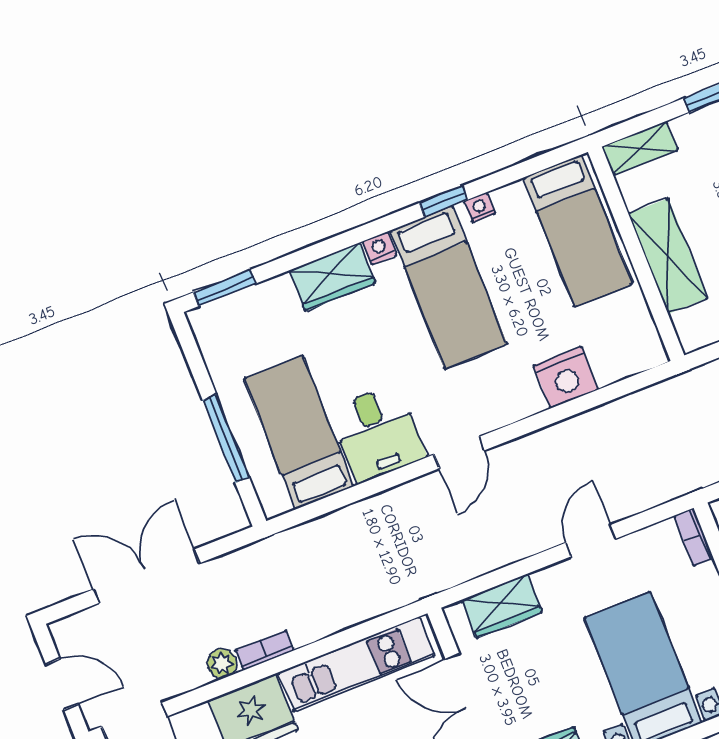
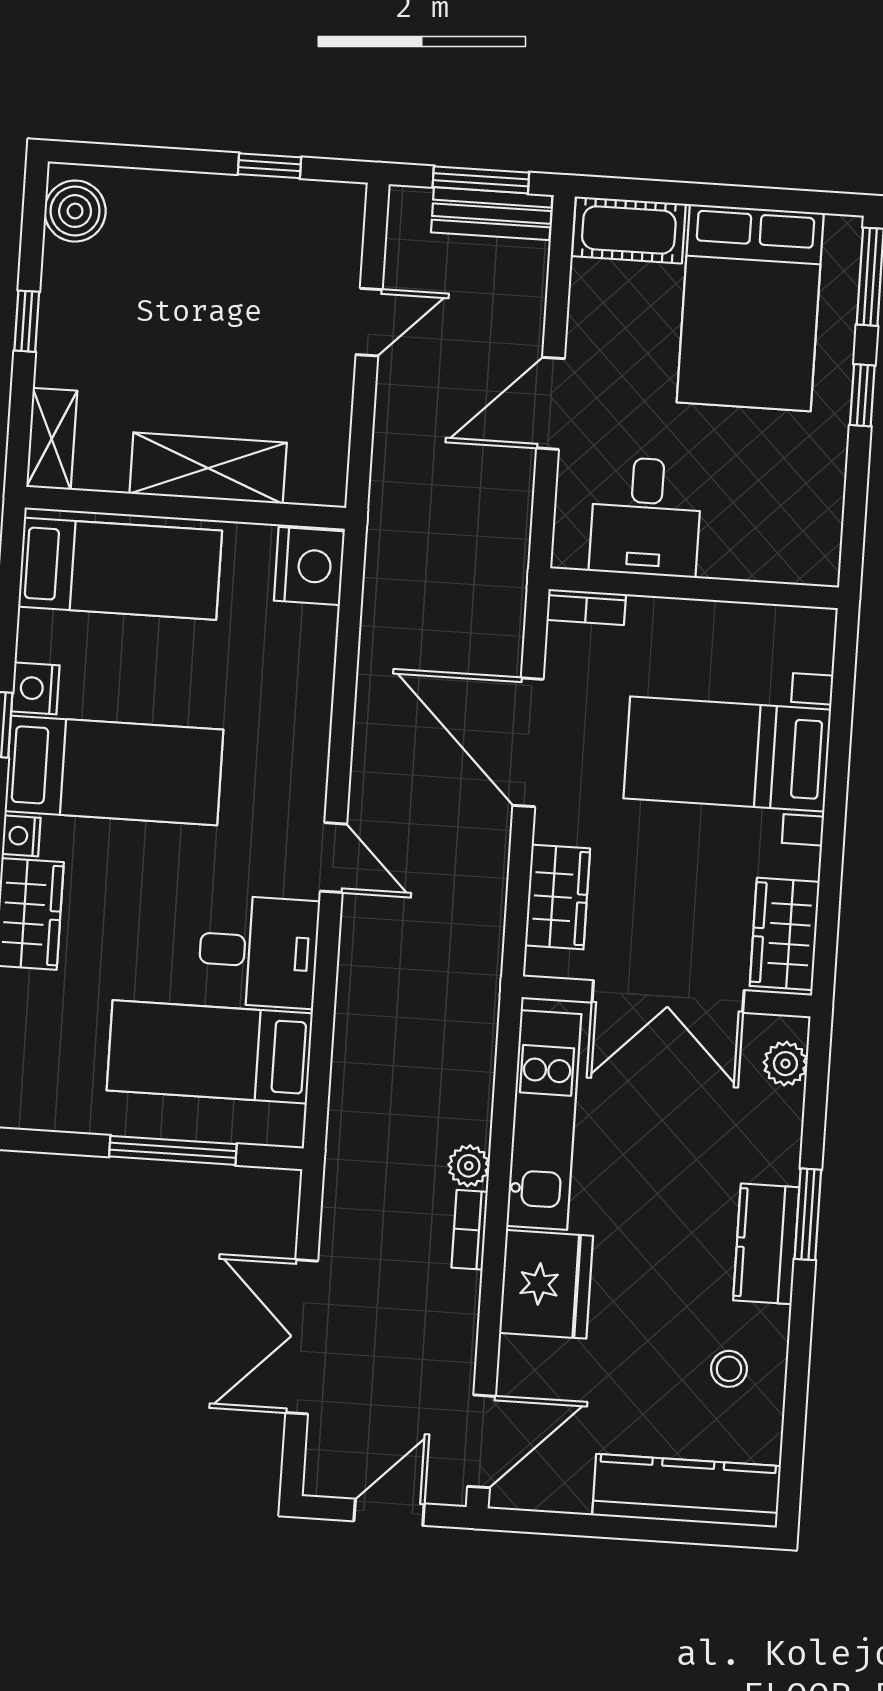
nightstand: (480, 207) -> (35, 688), width x1.39, depth x1.35
nightstand: (566, 377) -> (309, 566), moved
door: (591, 541) -> (528, 742), width x1.87
plant: (222, 663) -> (469, 1166), moved

